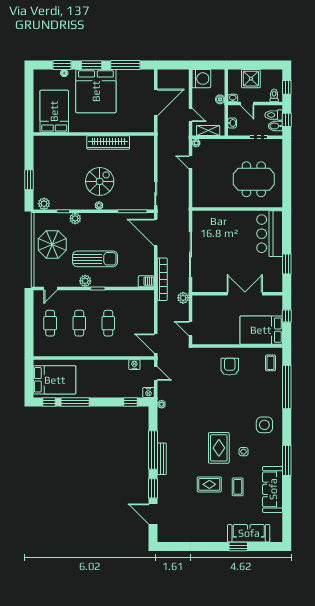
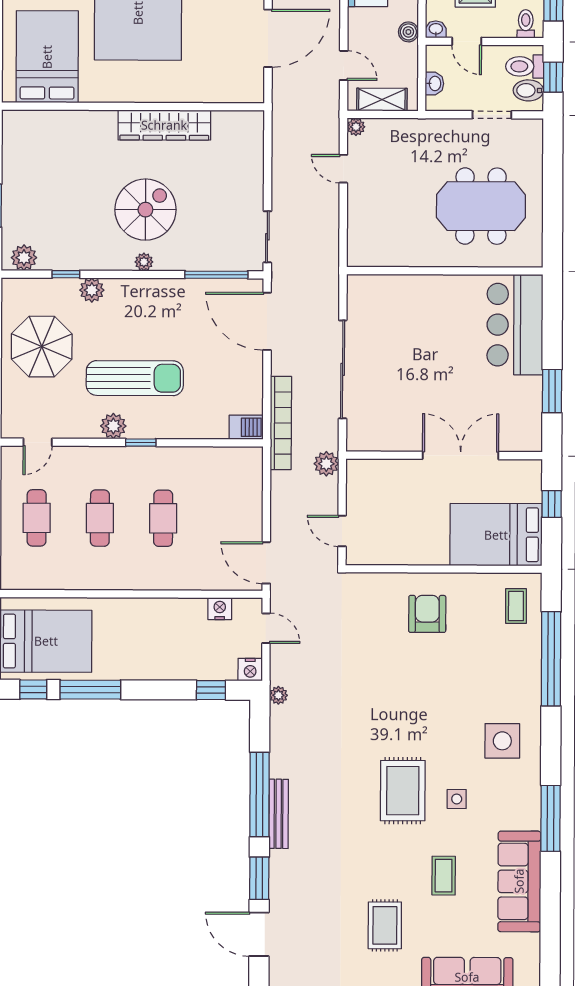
rug: (209, 484) -> (385, 925), moved, turned 90

